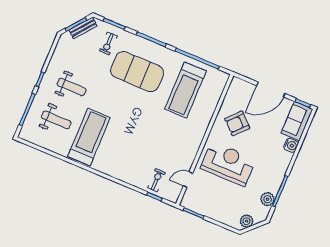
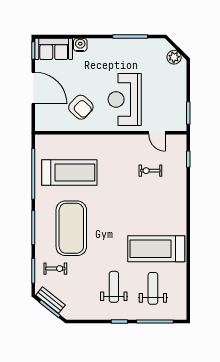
exercise bike: (156, 180) -> (150, 171), moved
plant: (268, 199) -> (144, 46), removed

